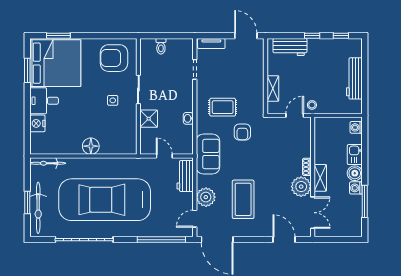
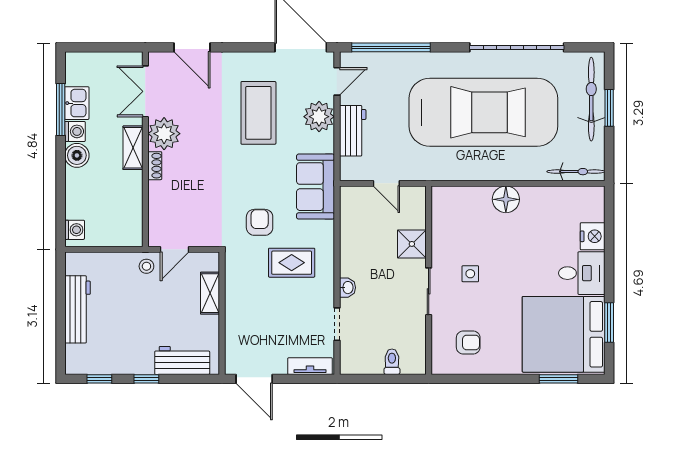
armchair: (114, 58) -> (468, 342), width x0.53, depth x0.53
washbasin: (188, 118) -> (347, 288), moved
kitchen sink: (355, 155) -> (77, 103), moved
workbench: (185, 176) -> (353, 131), moved

